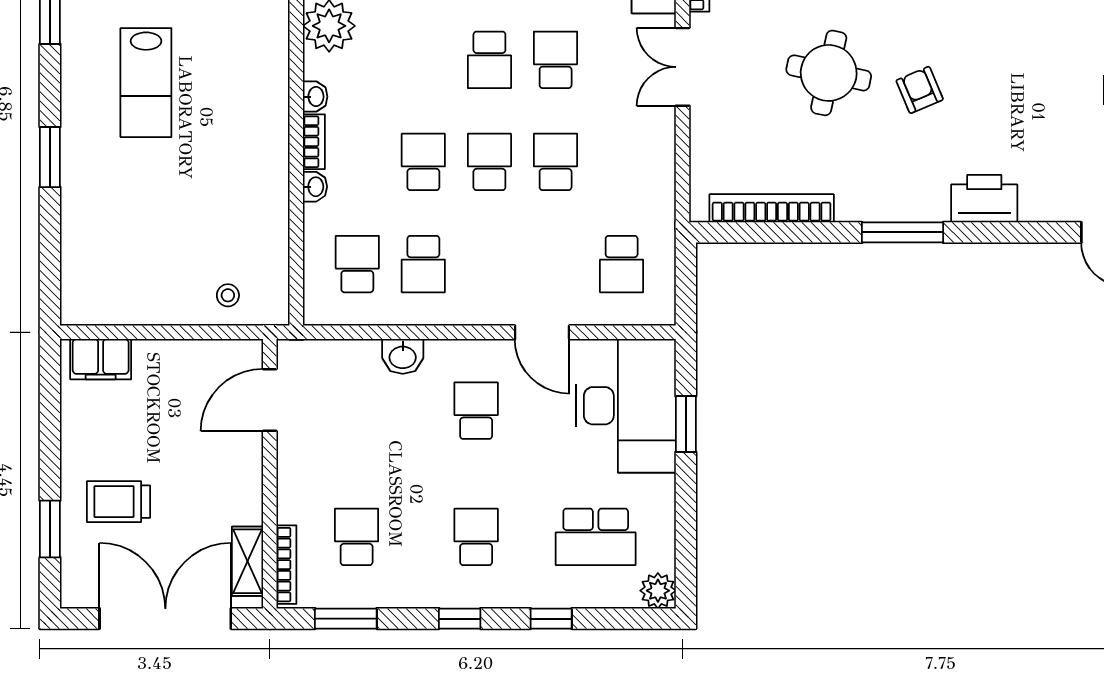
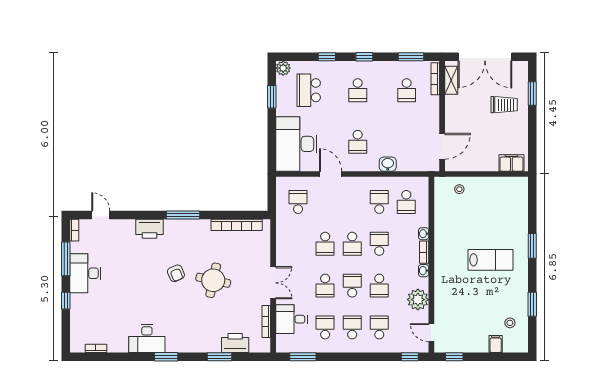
school desk: (423, 60) -> (379, 286), added
lab bench: (146, 83) -> (490, 260), moved, turned 90
school desk: (423, 162) -> (379, 244), turned 180
window: (686, 424) -> (272, 97), moved
school desk: (596, 537) -> (309, 90), turned -90

